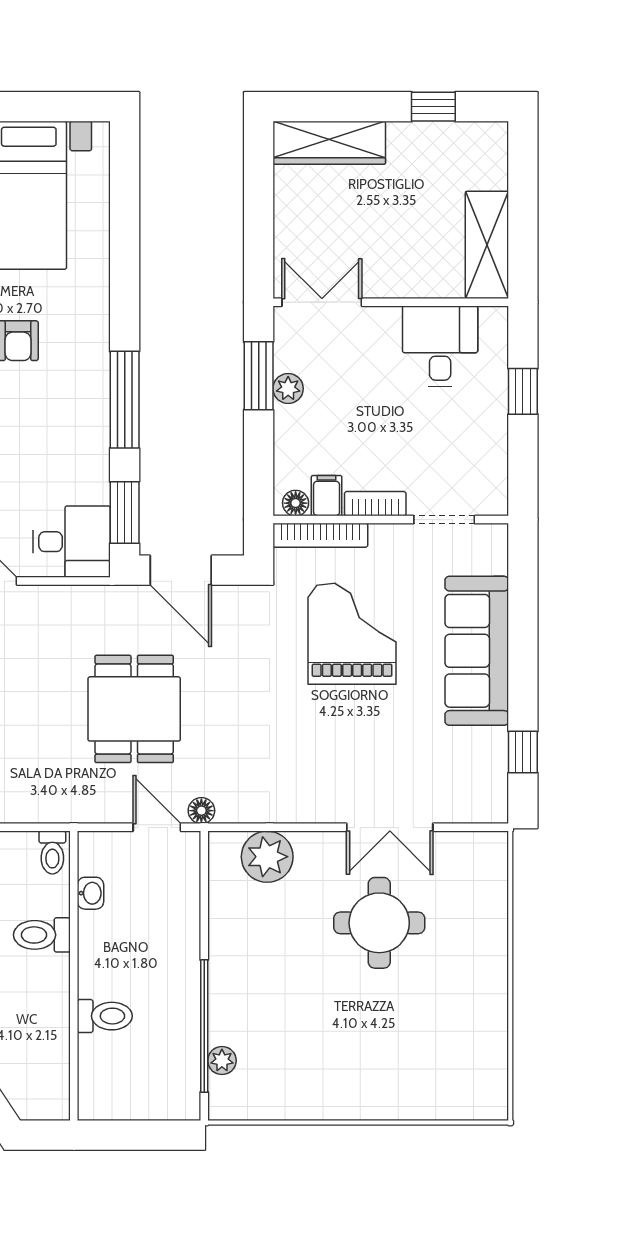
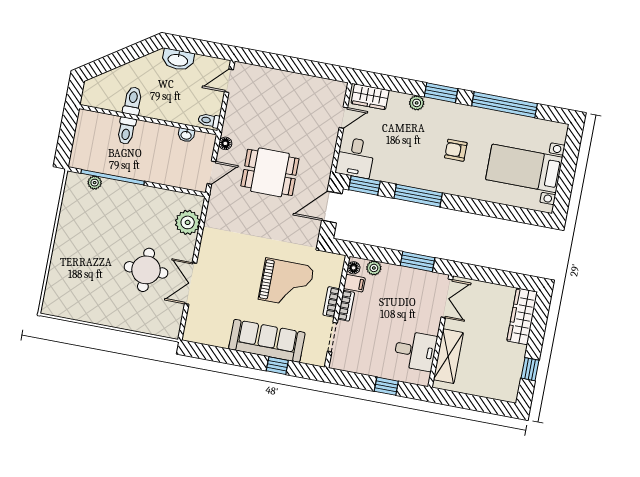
shelving: (487, 245) -> (448, 356), moved, turned 90
plant: (288, 388) -> (374, 268), moved
bookcase: (320, 535) -> (331, 302), moved, width x0.64
window: (523, 752) -> (277, 366), moved
floor lamp: (201, 811) -> (225, 143), moved
toilet: (42, 935) -> (133, 101), moved

